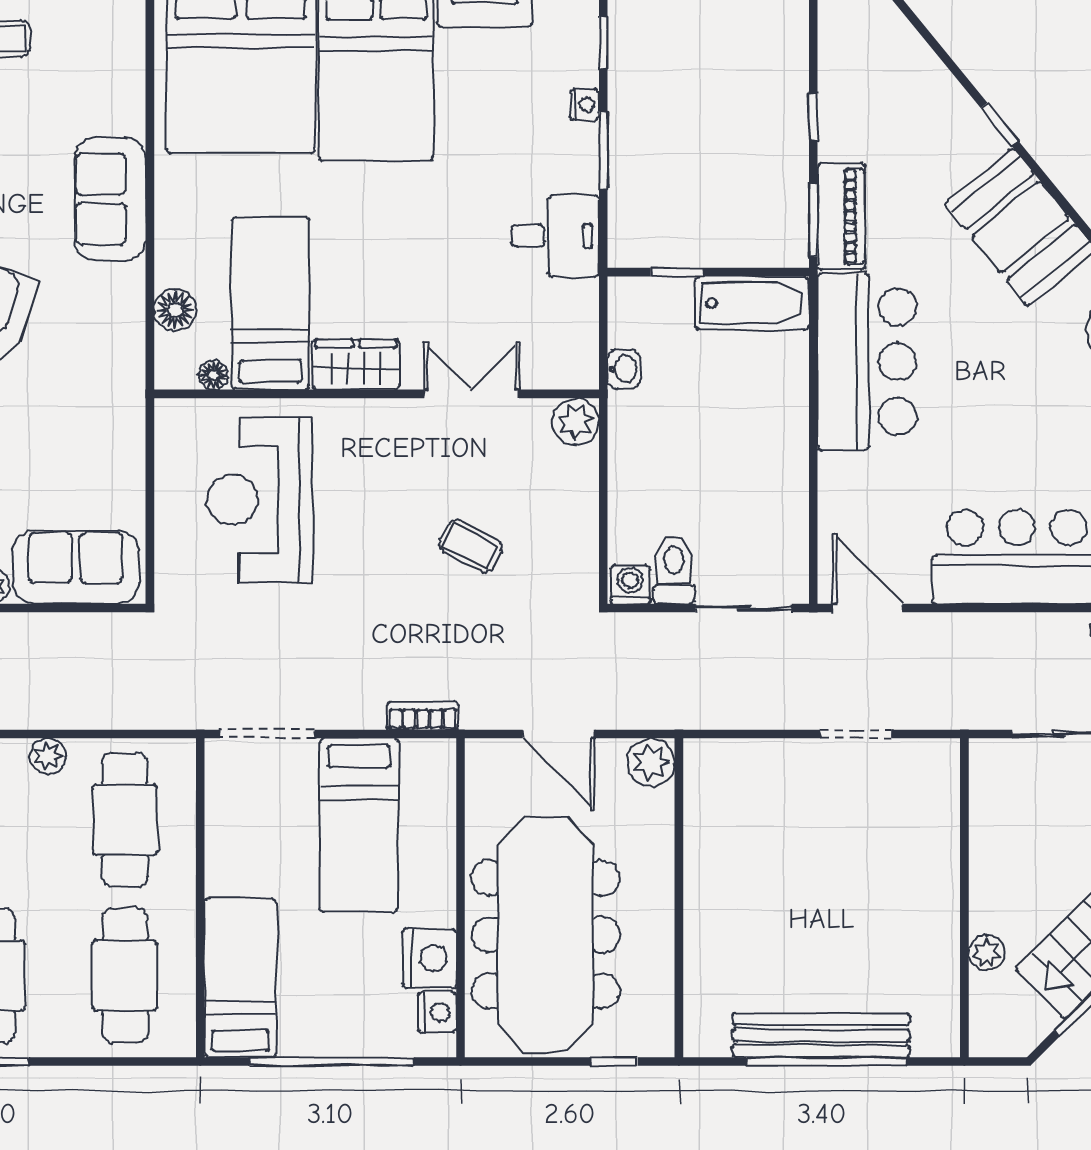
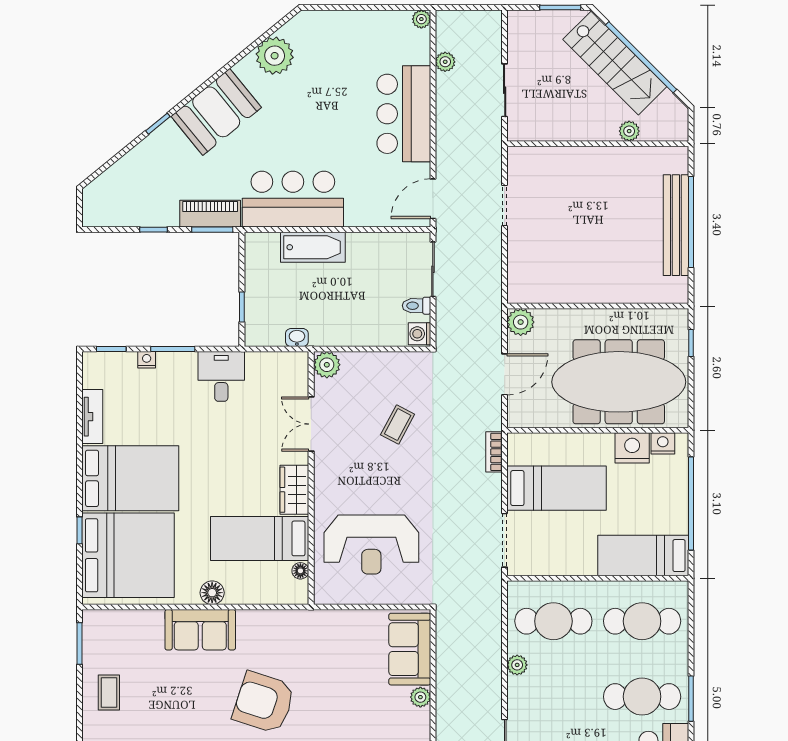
bathtub: (752, 303) -> (313, 247), moved, turned 90
floor lamp: (175, 310) -> (212, 593), moved
toilet: (674, 570) -> (416, 306), width x0.73, depth x0.72

